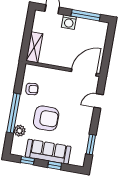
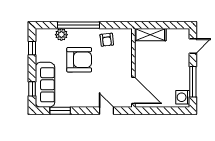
washing machine: (69, 22) -> (183, 97), moved
armchair: (46, 118) -> (79, 60), turned -90
sofa: (48, 152) -> (45, 85), moved
window: (55, 165) -> (32, 89), moved

